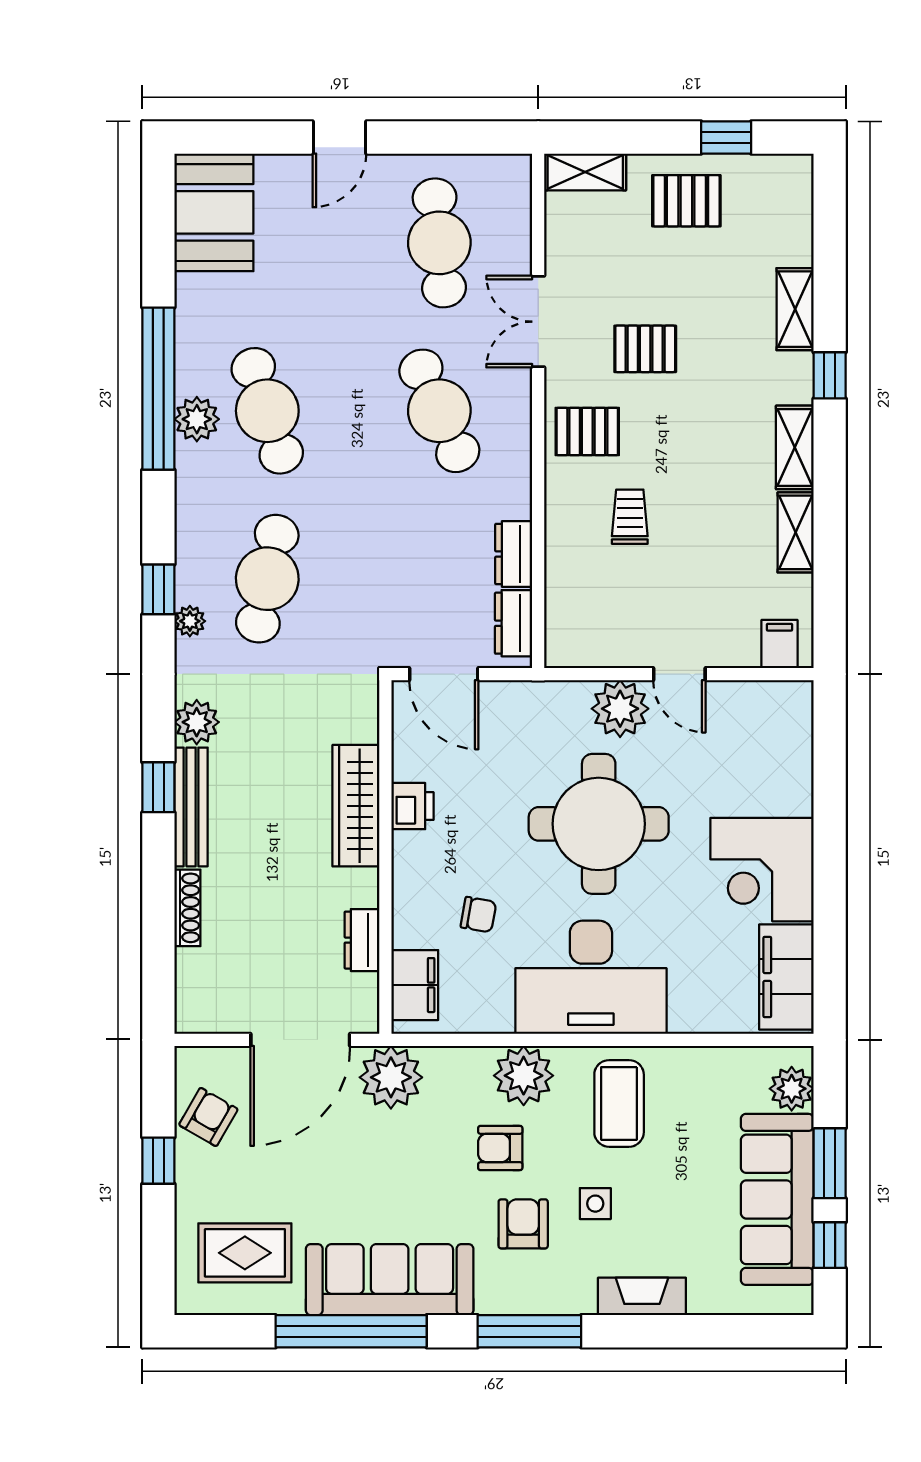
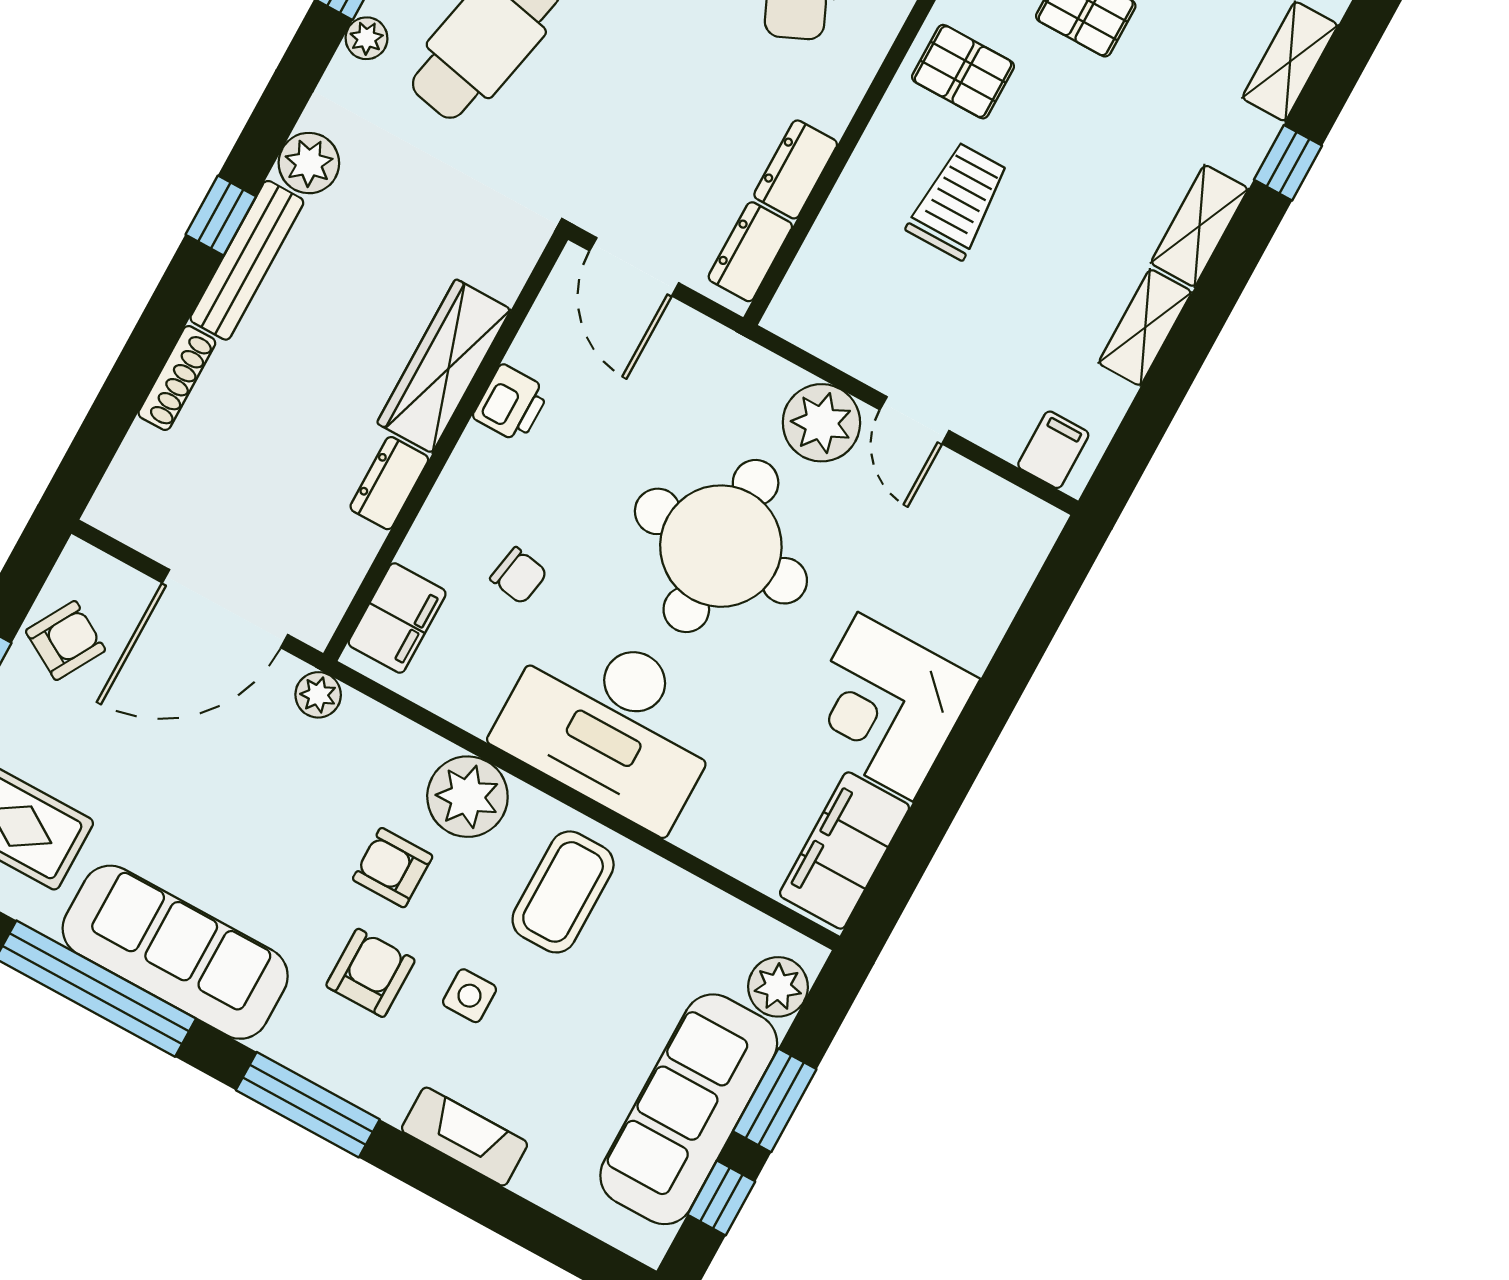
trolley: (630, 517) -> (958, 201), width x1.36, depth x1.39
dresser: (362, 940) -> (389, 483), moved
plant: (391, 1077) -> (318, 695), width x0.53, depth x0.53

